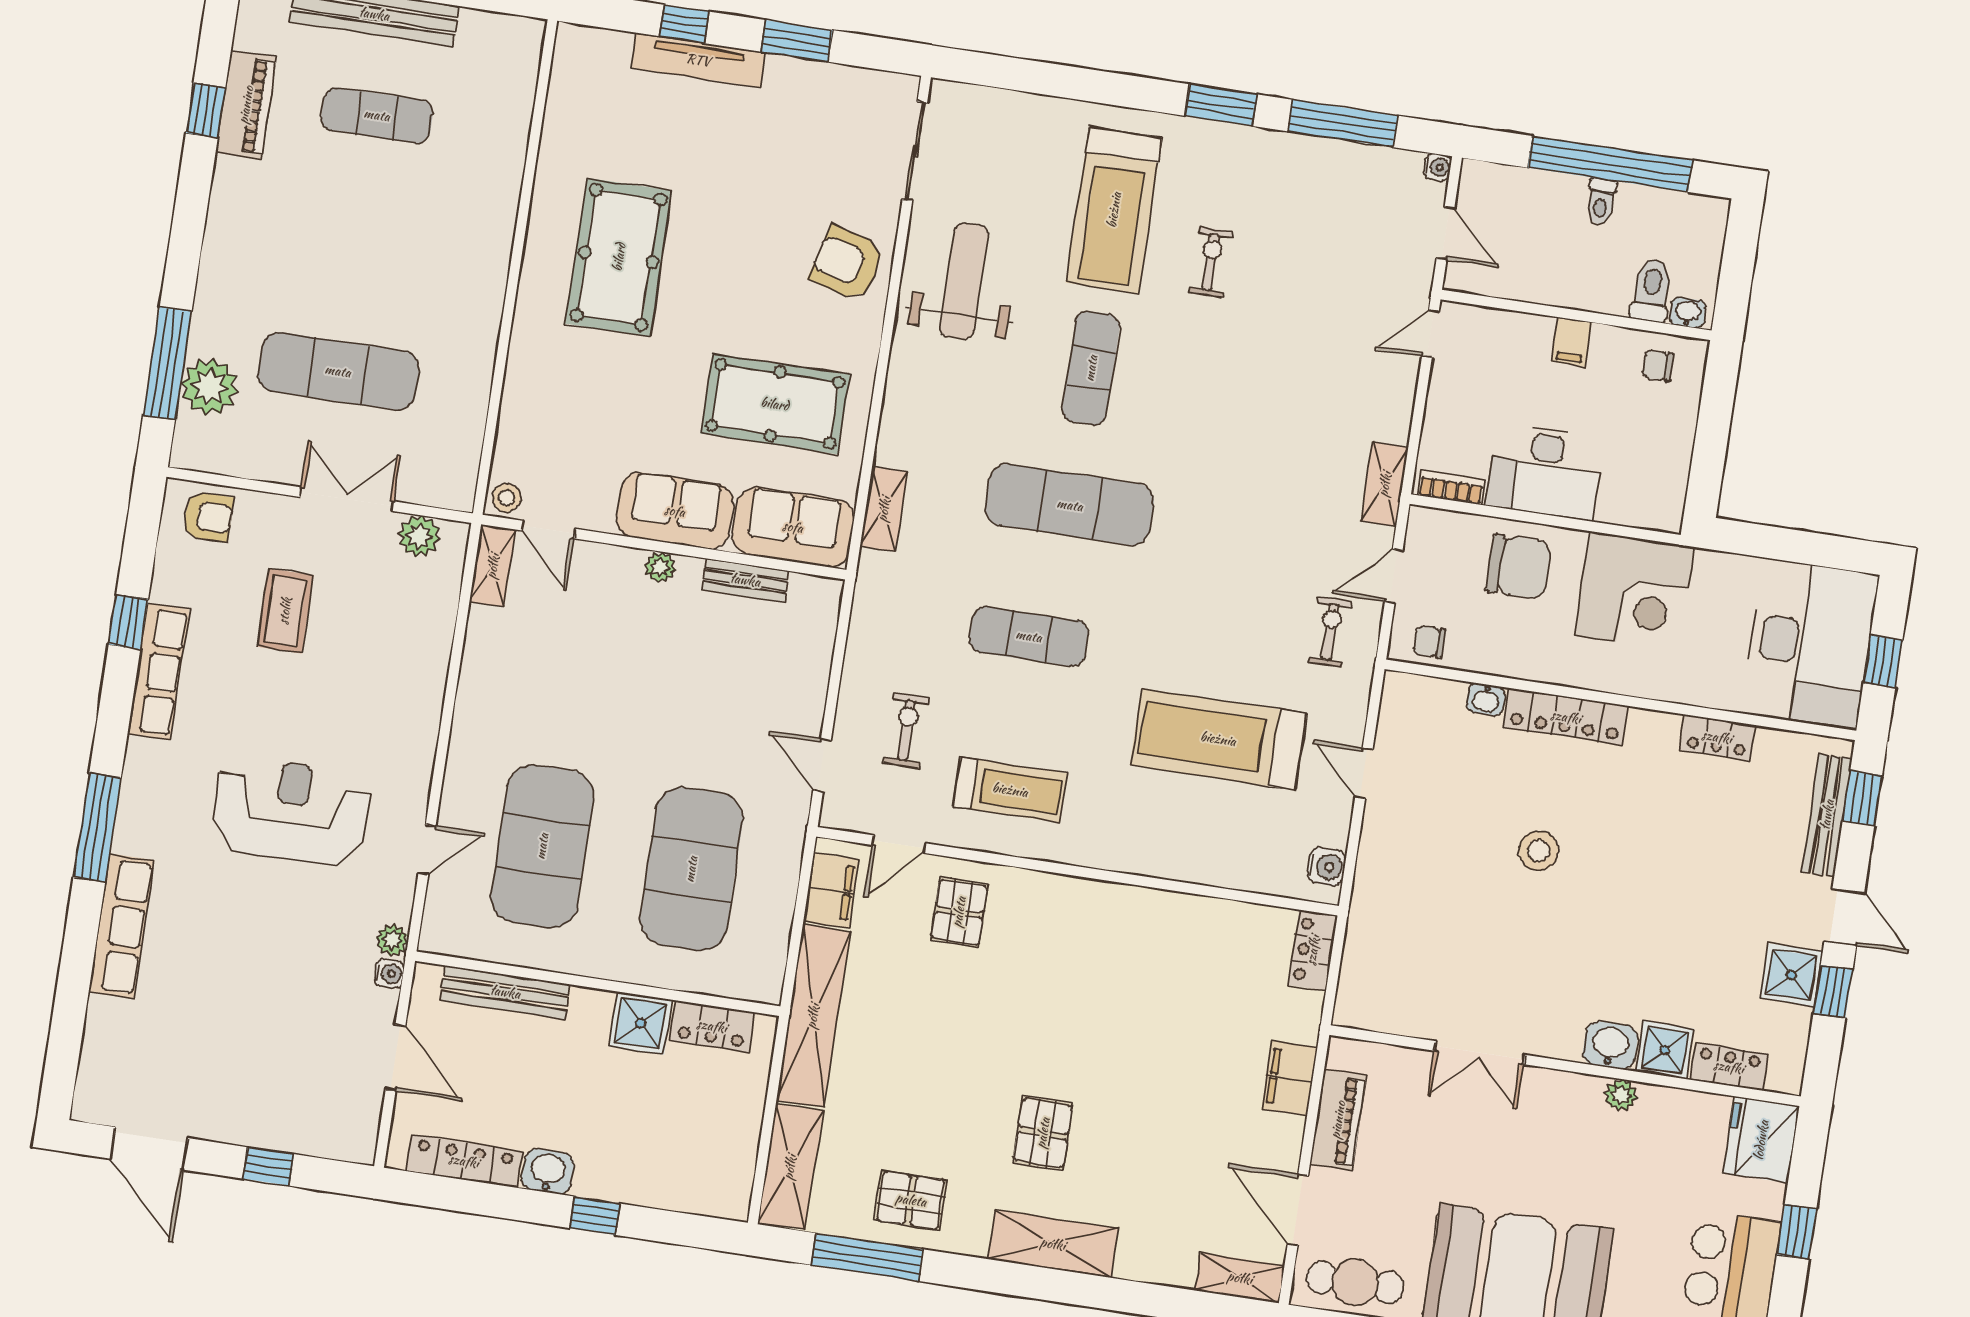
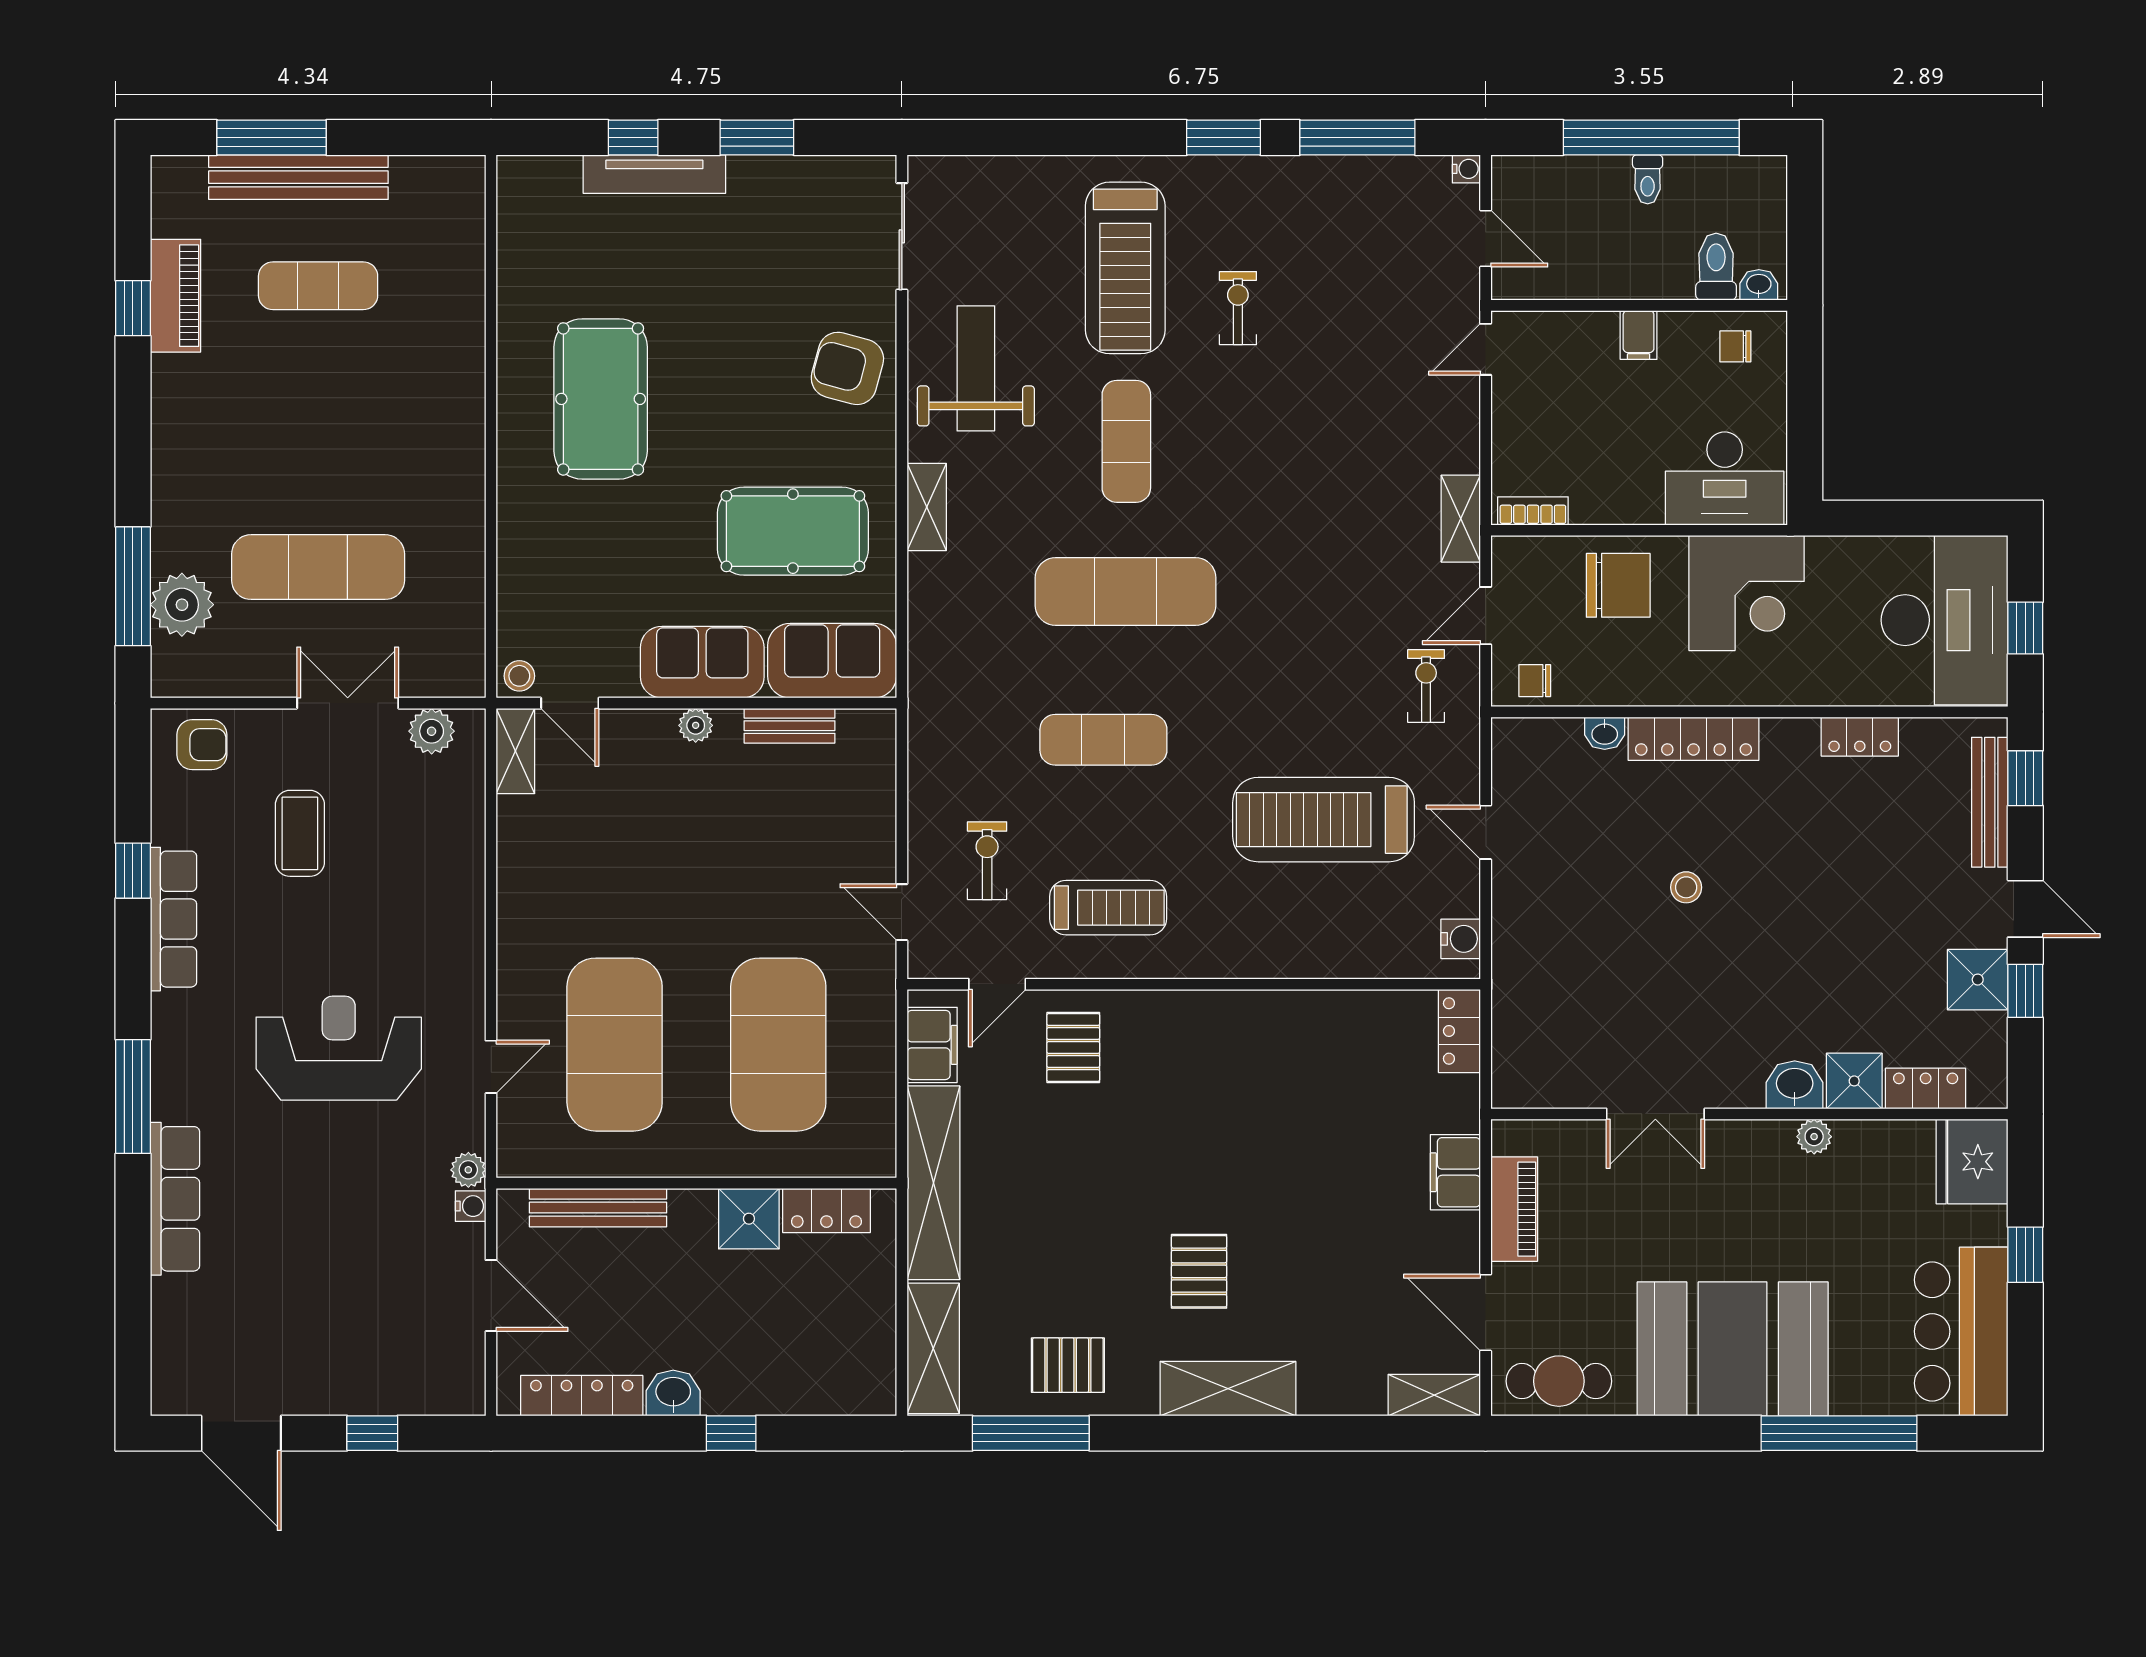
desk: (1545, 471) -> (1725, 478), moved
shelving: (884, 509) -> (927, 507), moved
stool: (1539, 851) -> (1686, 887), width x0.73, depth x0.73

